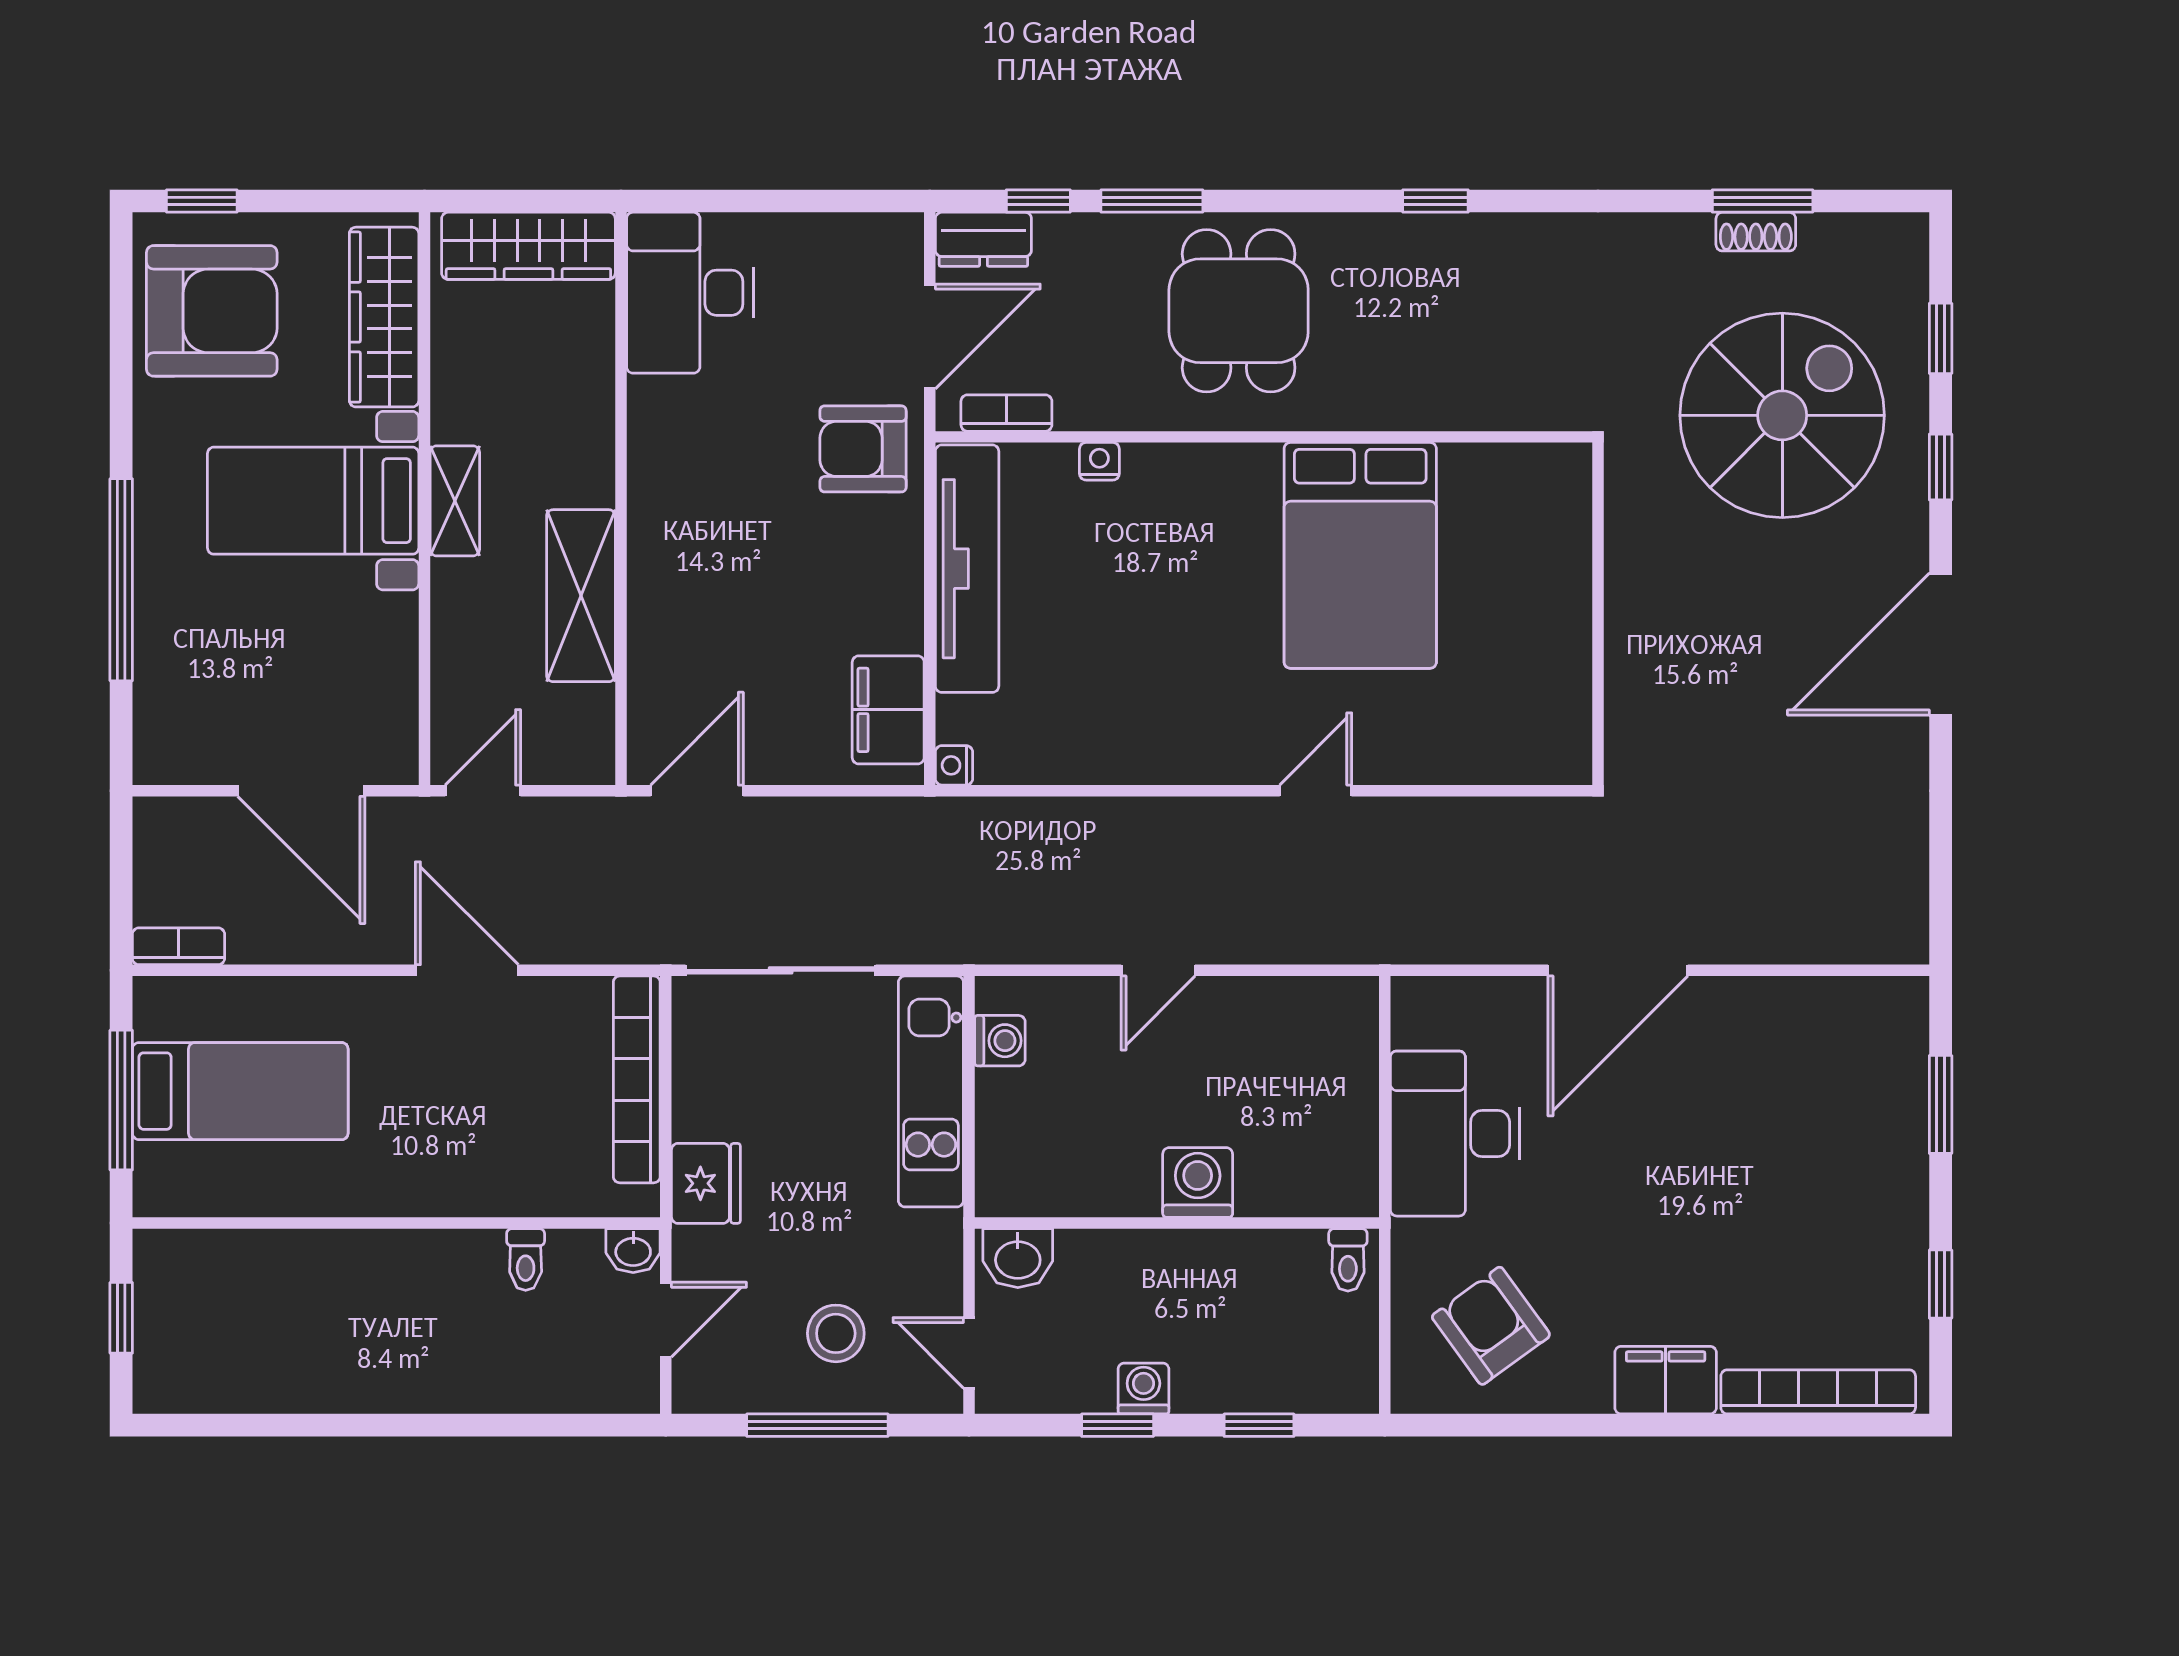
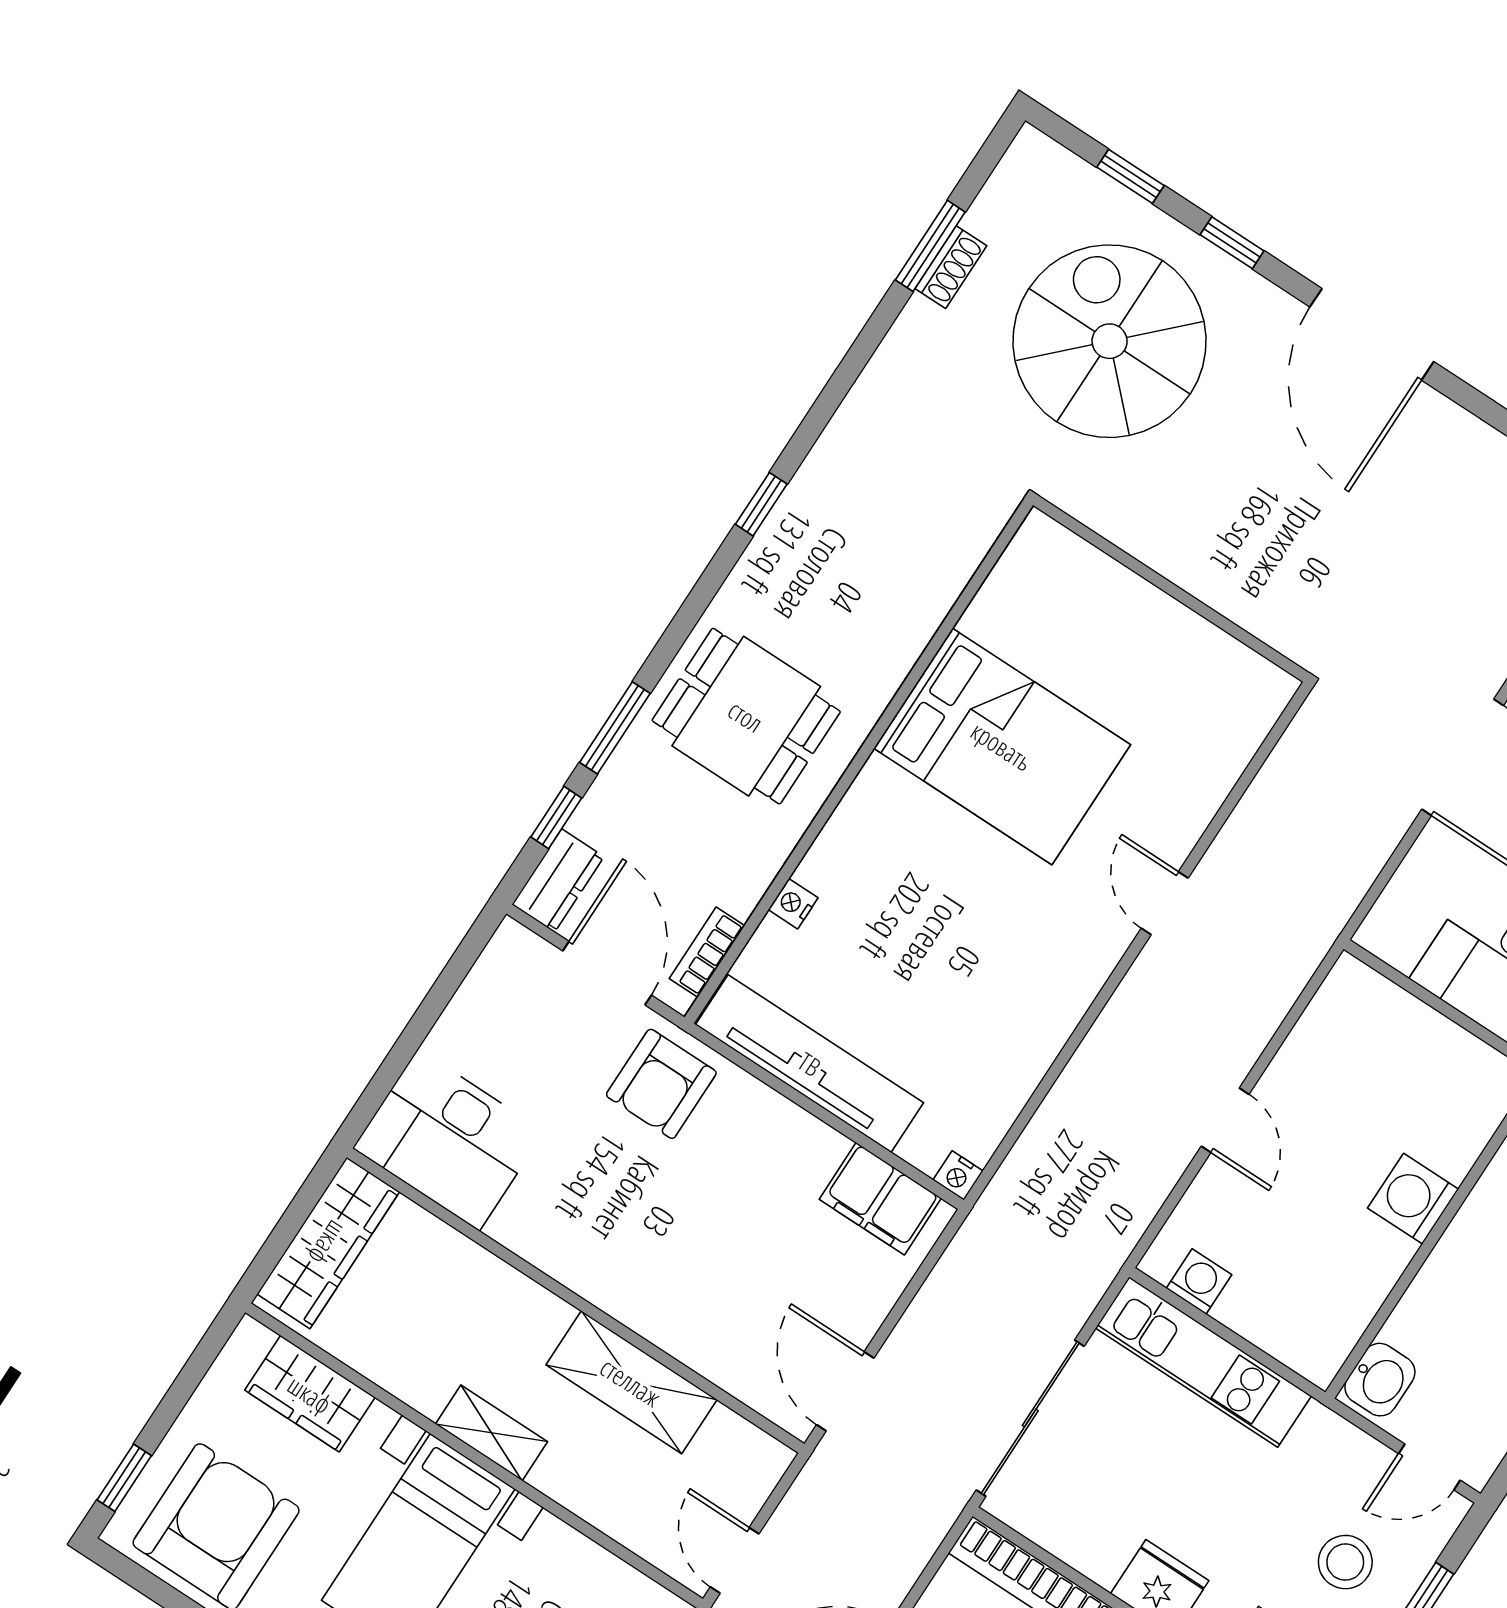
wardrobe: (384, 317) -> (310, 1394), width x0.67

